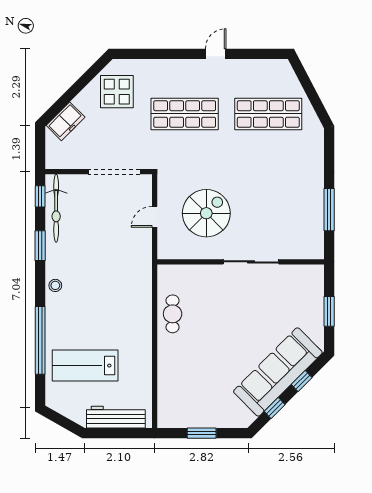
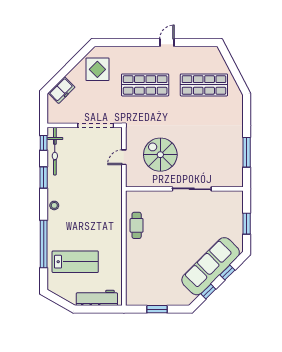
spiral stairs: (206, 213) -> (160, 155), turned -90
lab bench: (85, 366) -> (75, 262), turned 180

